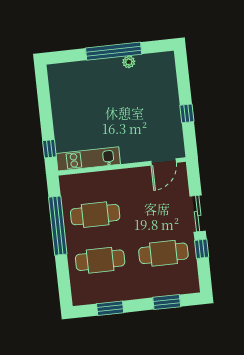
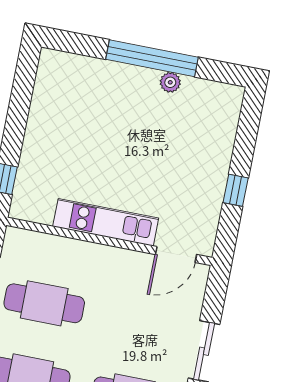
kitchen unit: (88, 159) -> (106, 222), moved

